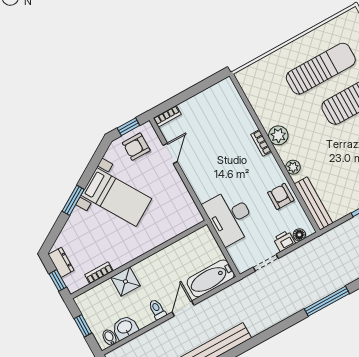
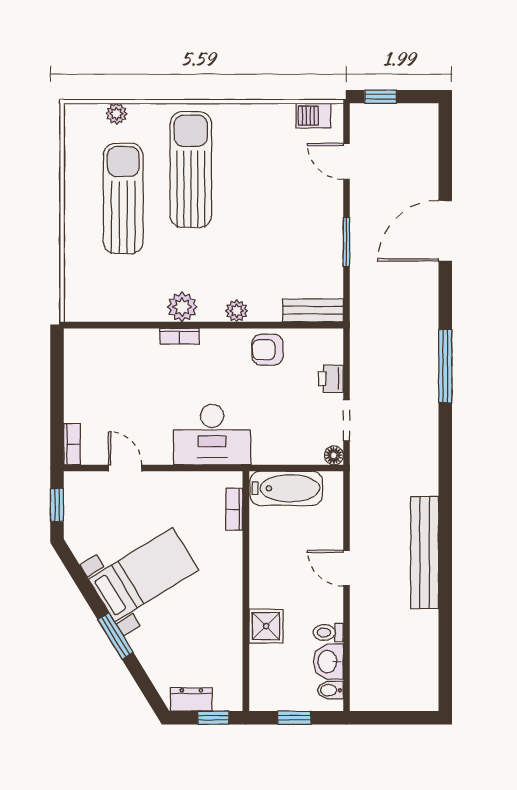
armchair: (136, 147) -> (90, 509), removed
bench: (314, 204) -> (313, 310), width x0.73
desk: (230, 217) -> (212, 435), moved
floor lamp: (299, 235) -> (334, 455), moved
bookcase: (99, 273) -> (234, 509), moved
bathtub: (211, 278) -> (286, 488), moved, turned -90
toilet: (157, 309) -> (328, 633), moved

